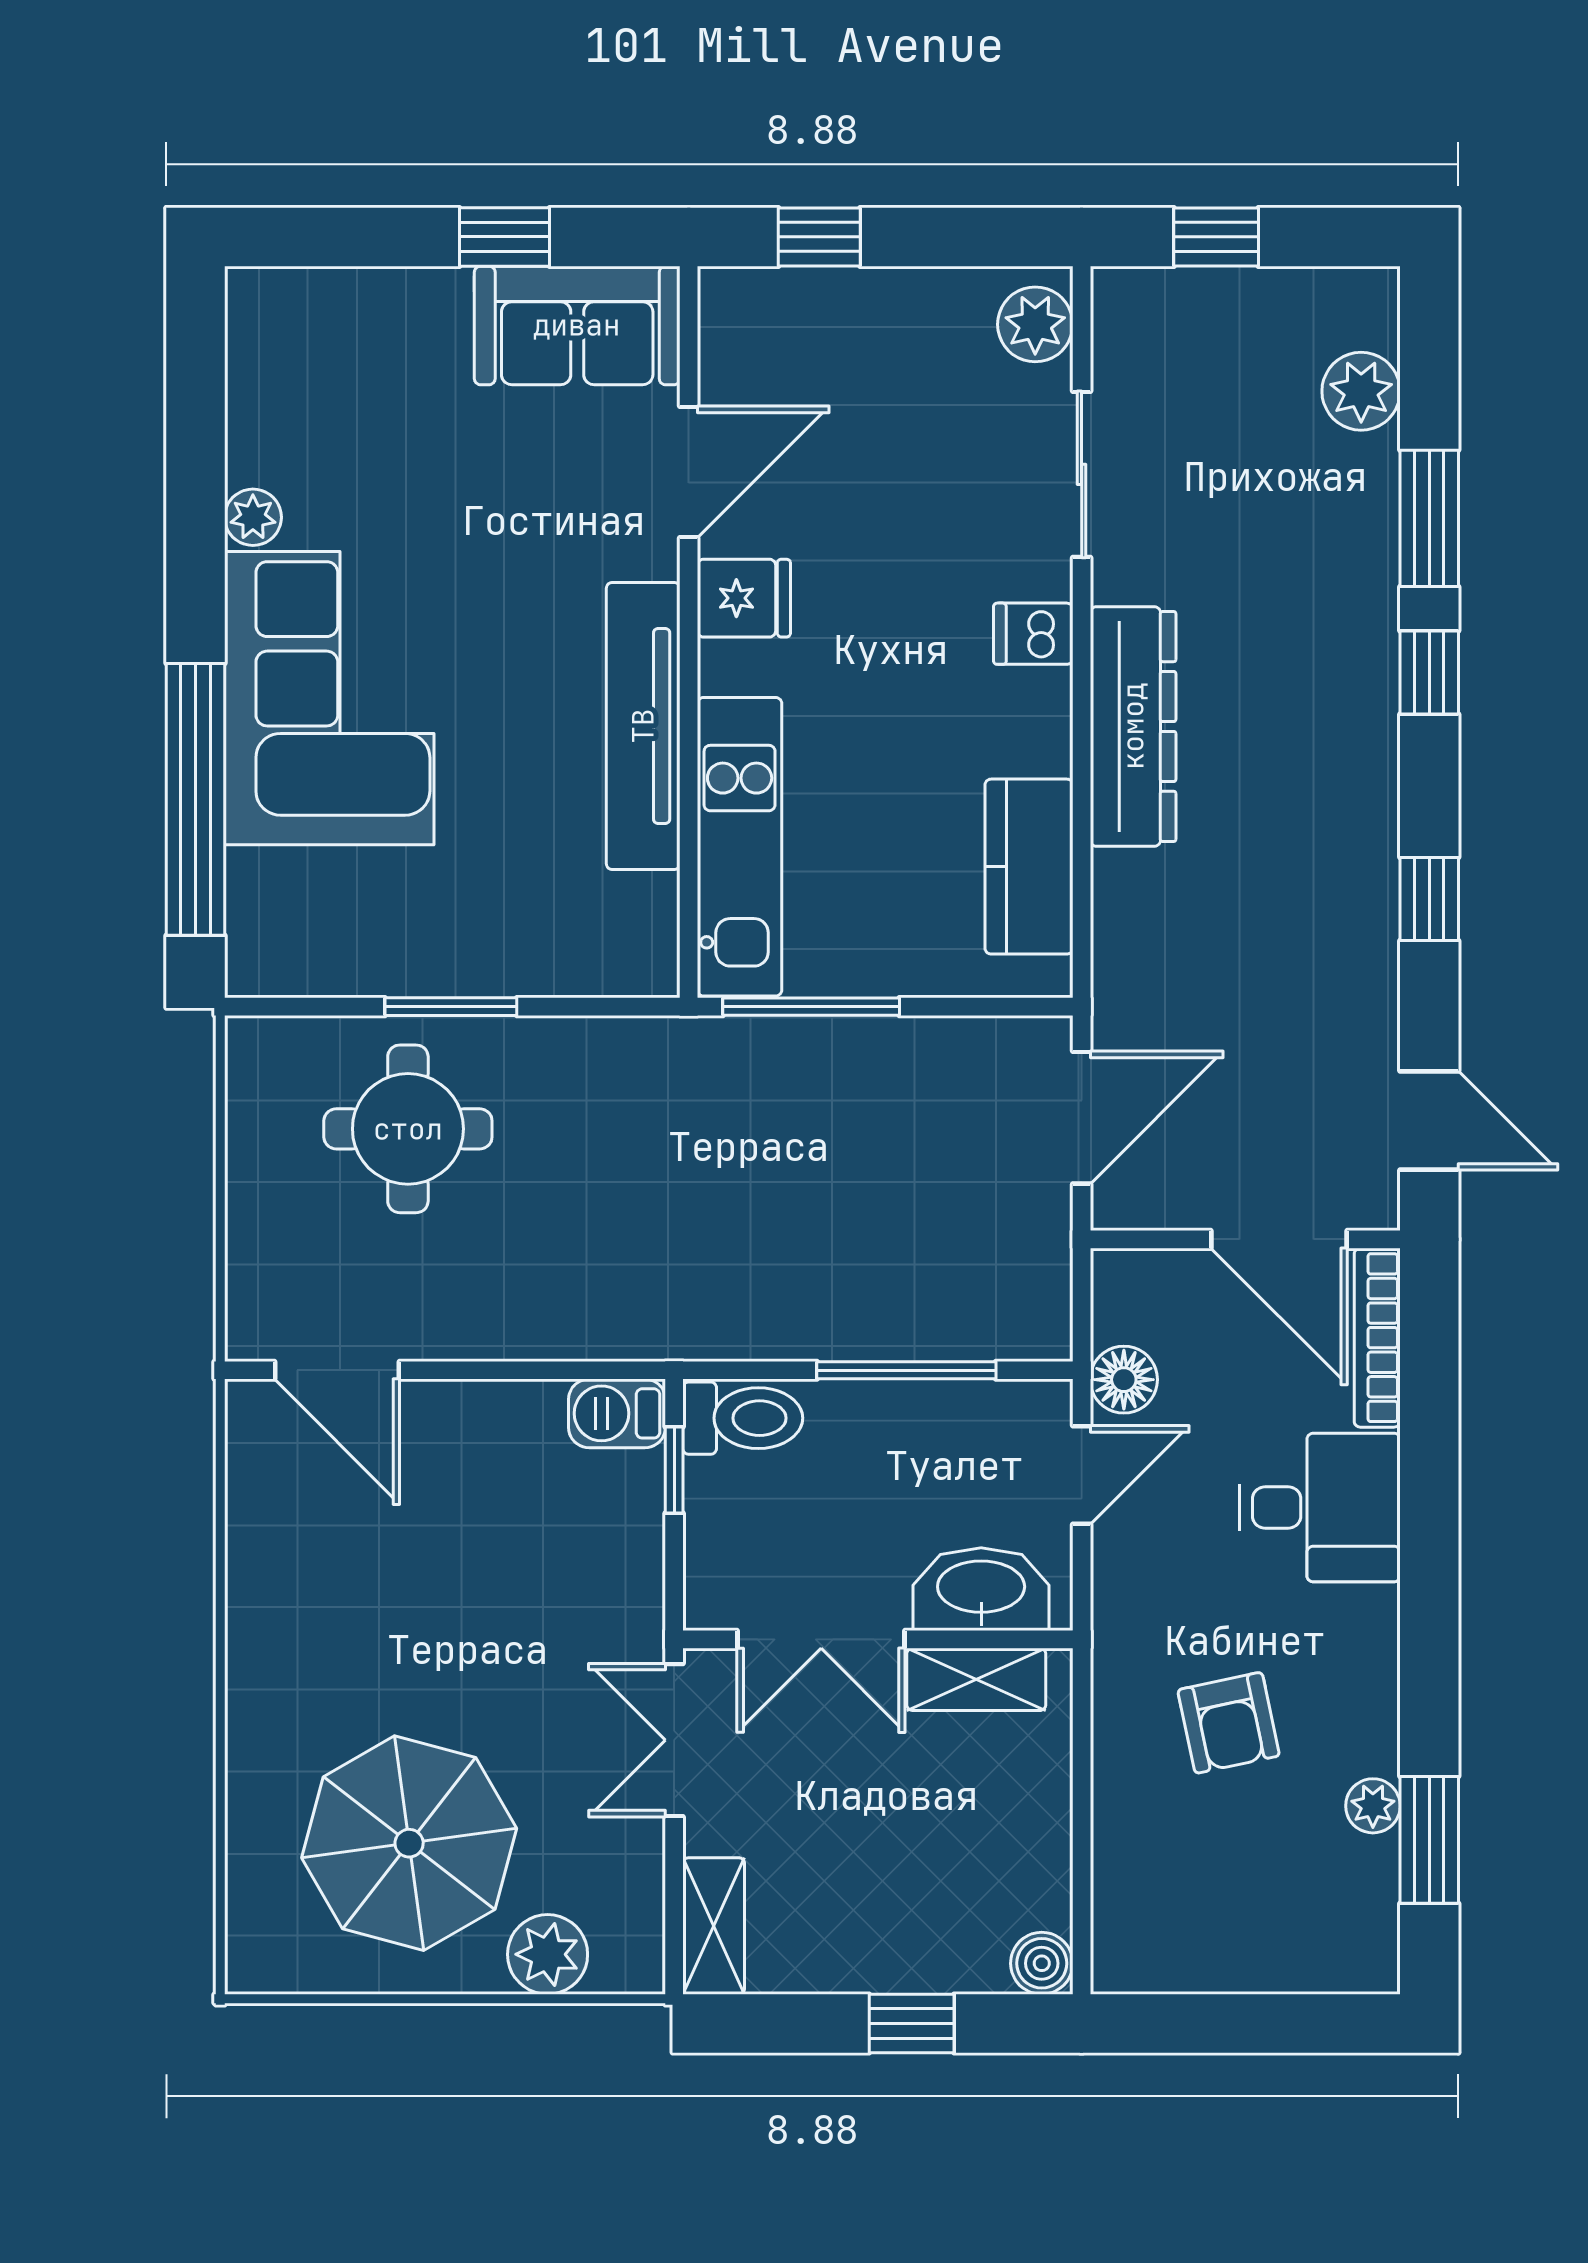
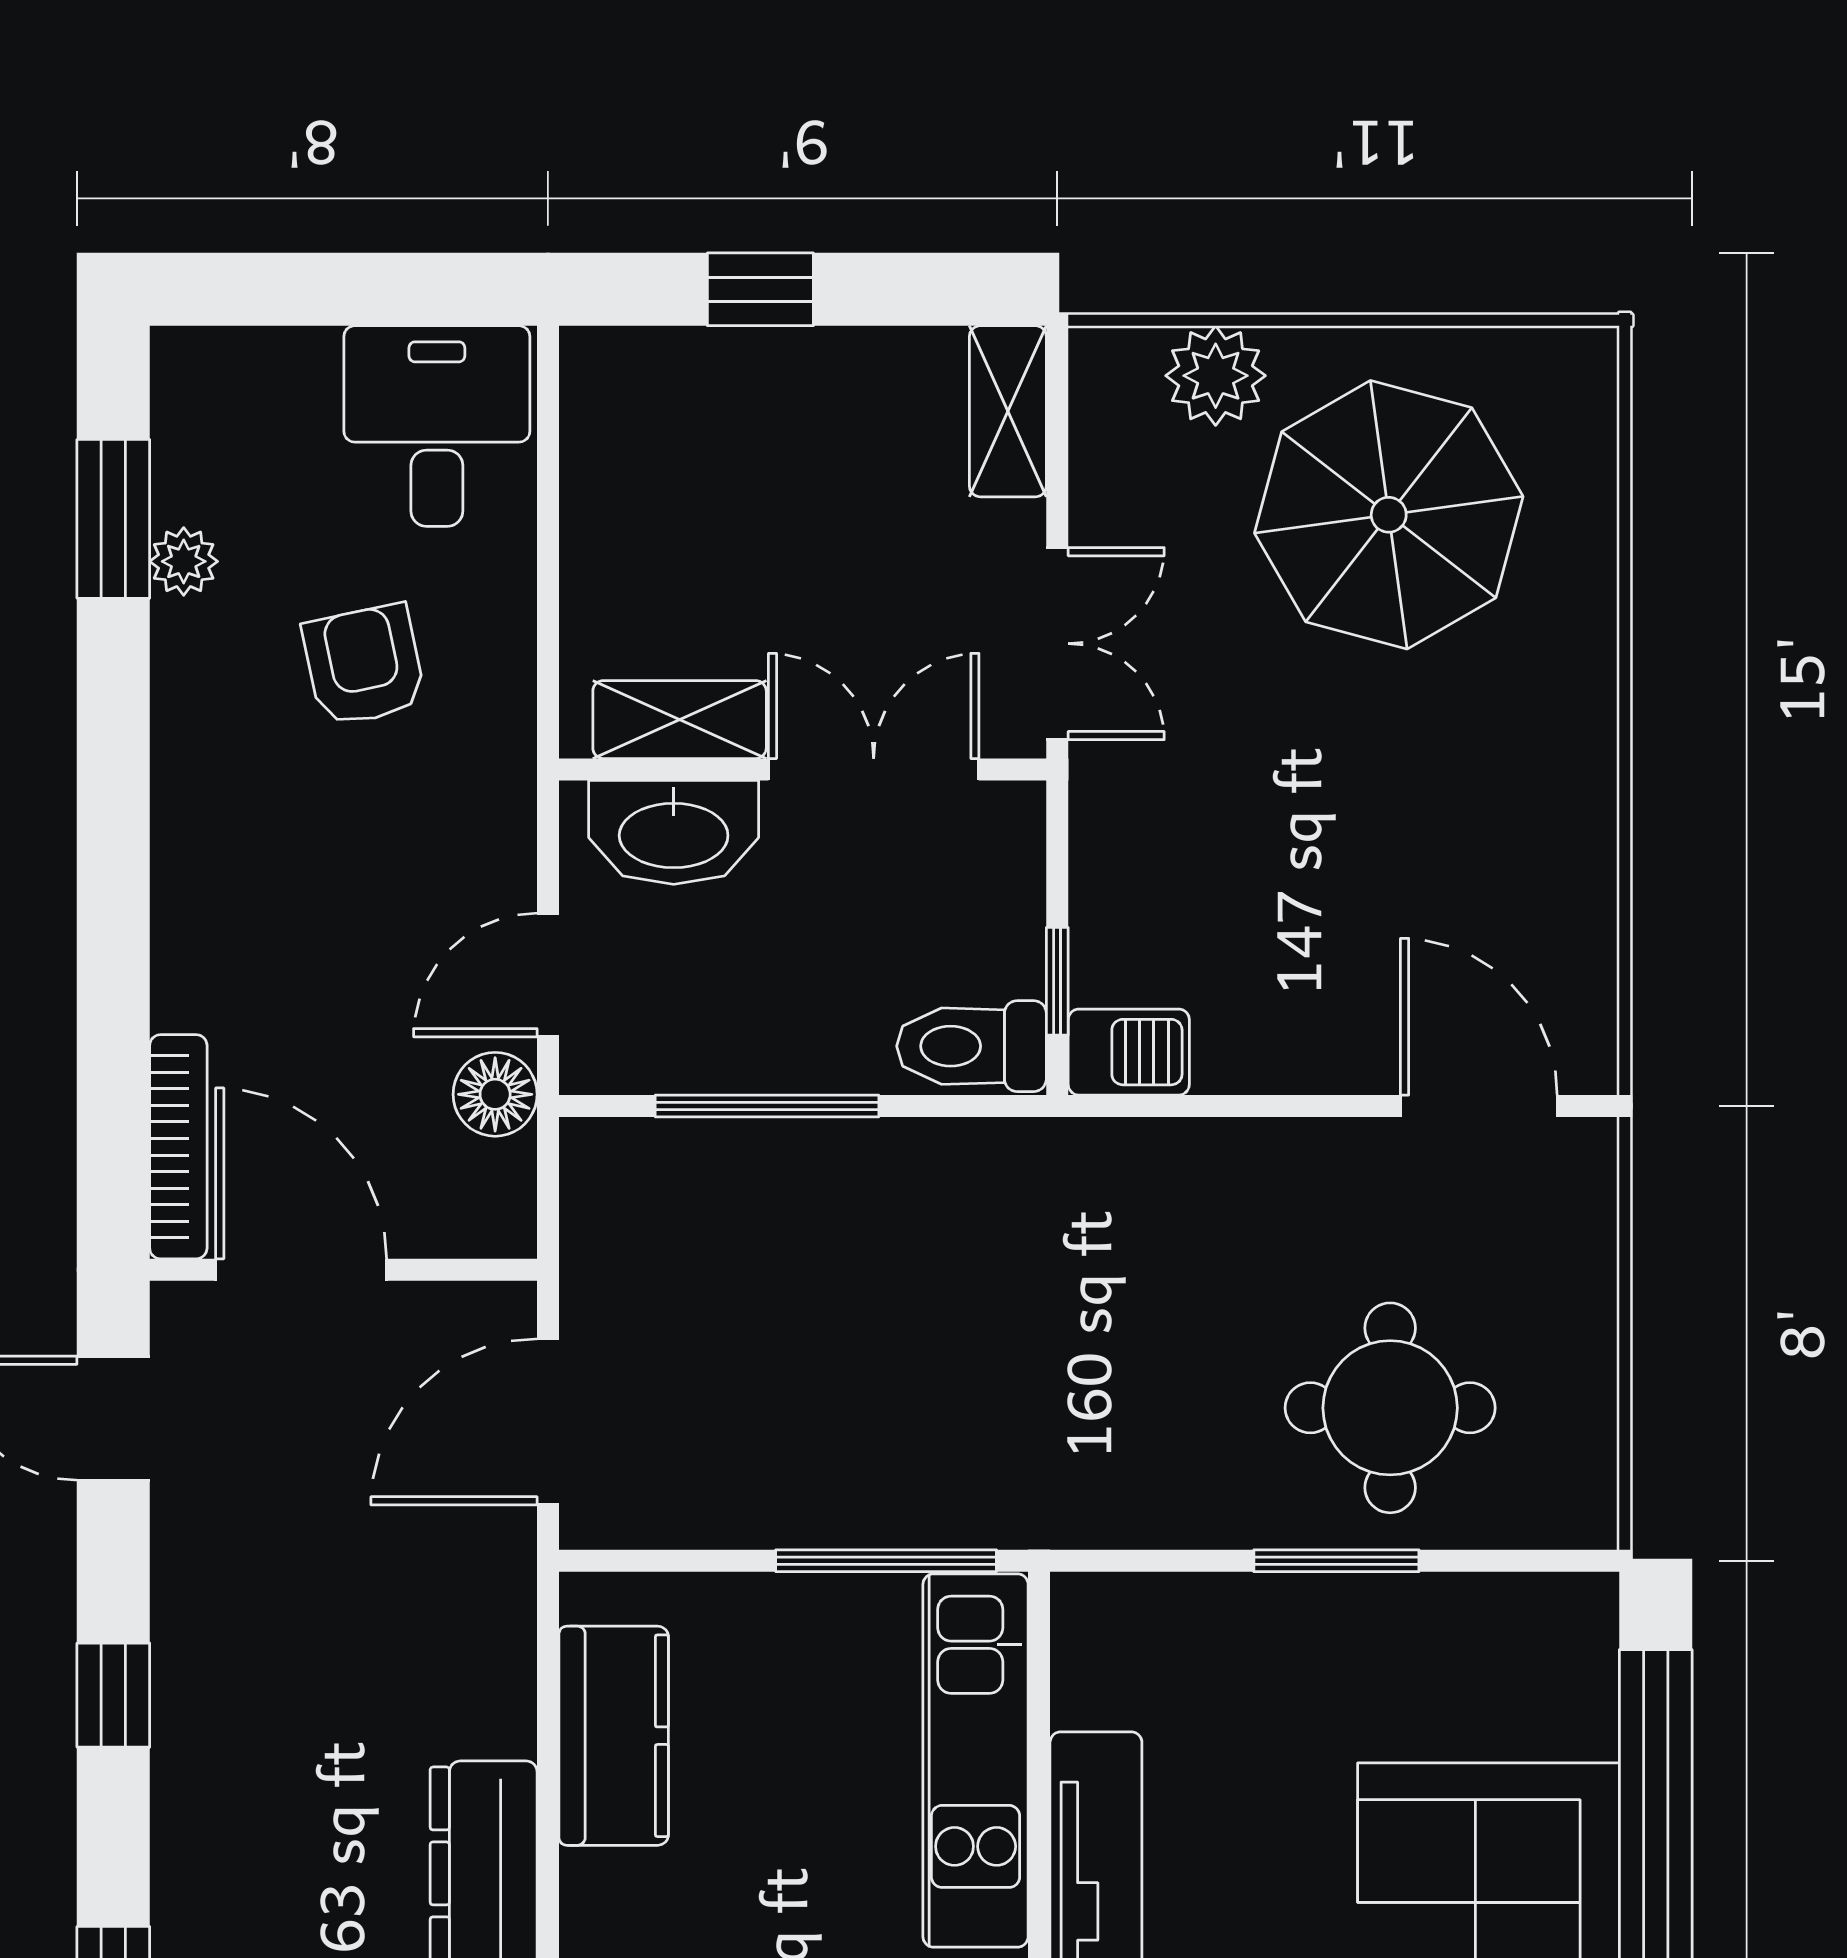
desk: (1320, 1507) -> (437, 426), moved, turned 90
boiler: (1042, 1963) -> (598, 365), removed

